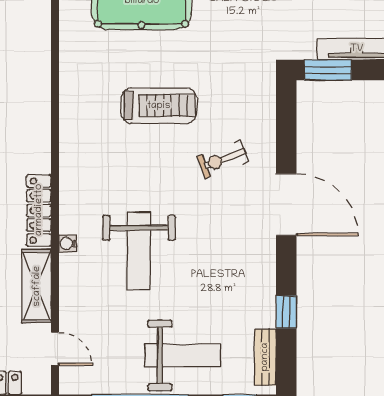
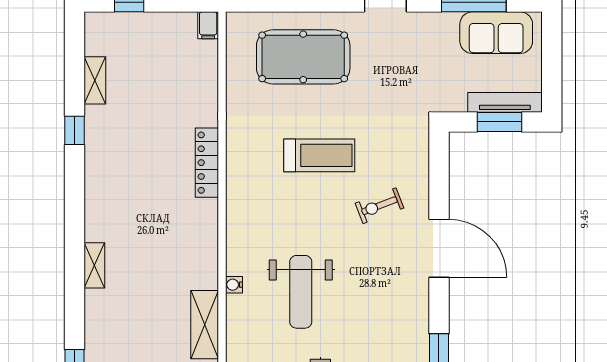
window: (328, 70) -> (500, 122), moved
locker: (39, 210) -> (207, 163), moved

